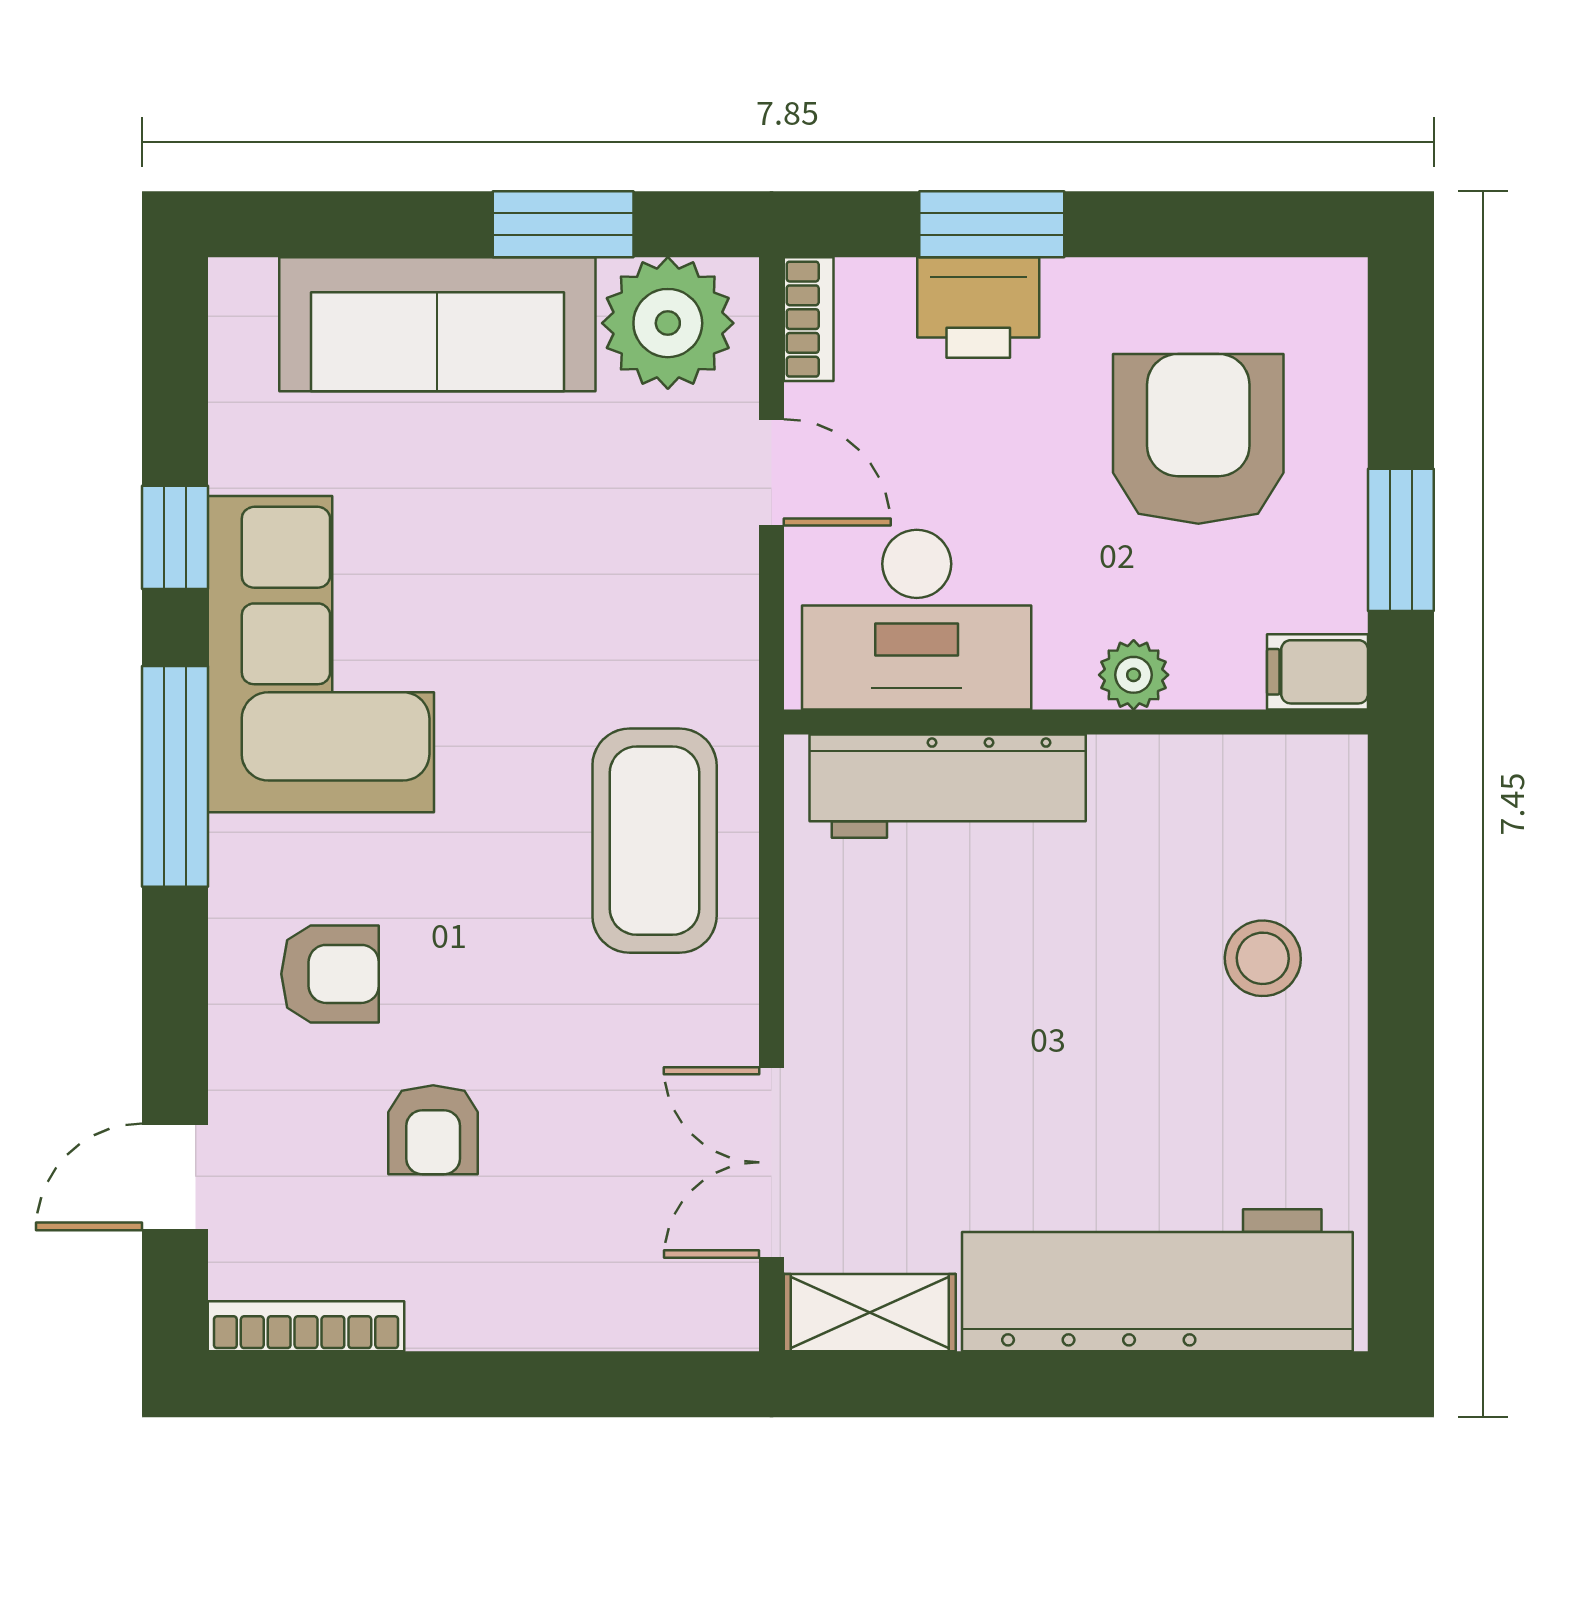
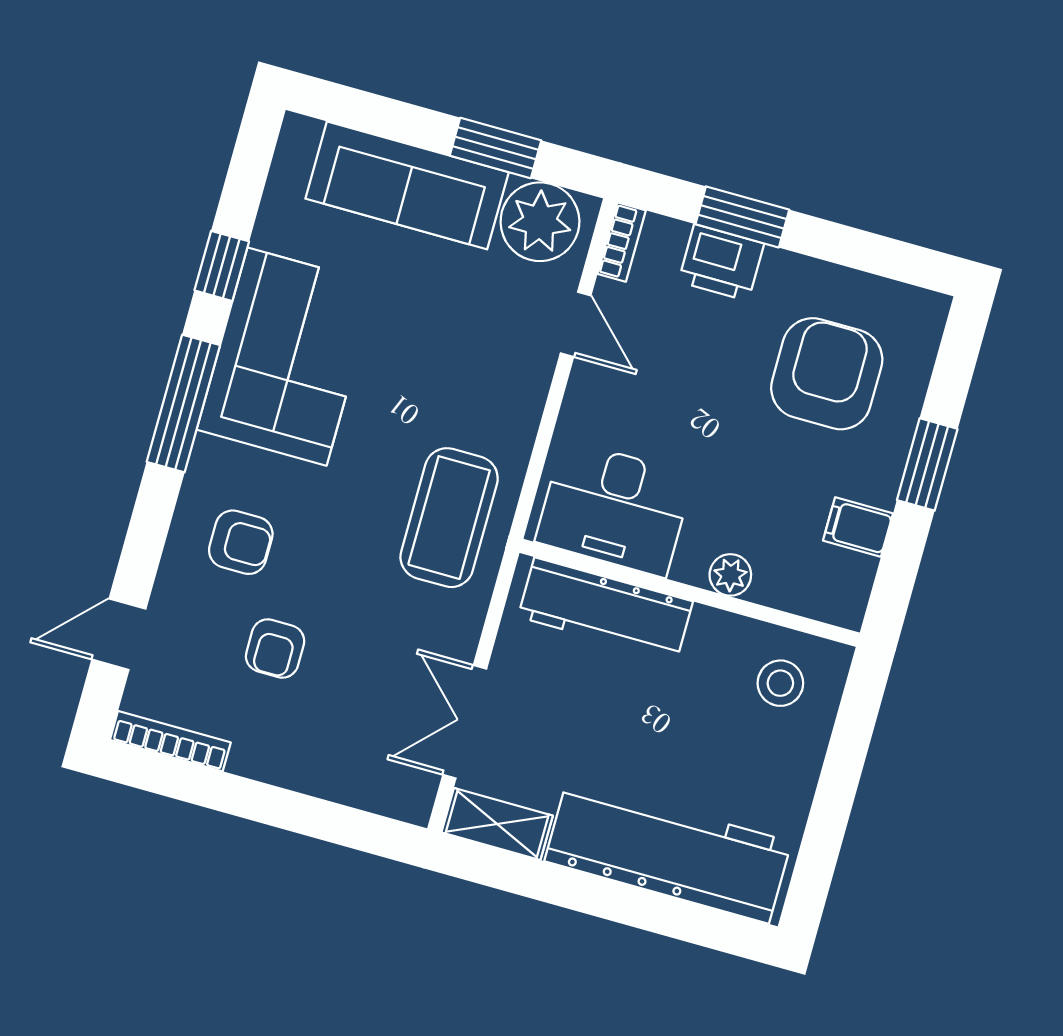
desk: (917, 620) -> (614, 508), moved
plant: (1134, 675) -> (730, 575), moved
wall: (1076, 722) -> (690, 593), moved
workbench: (948, 786) -> (605, 609), moved

